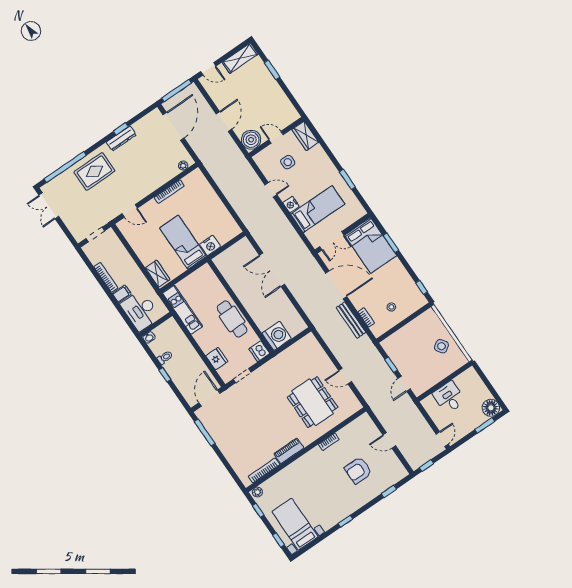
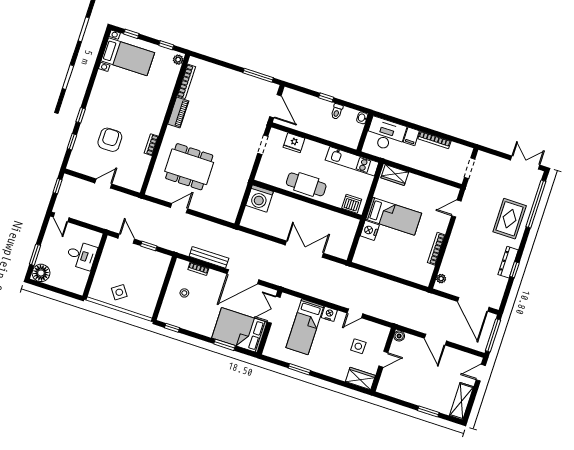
boiler: (251, 140) -> (399, 336), width x0.54, depth x0.54
dishwasher: (259, 351) -> (352, 204), moved
window: (345, 521) -> (81, 115), moved

